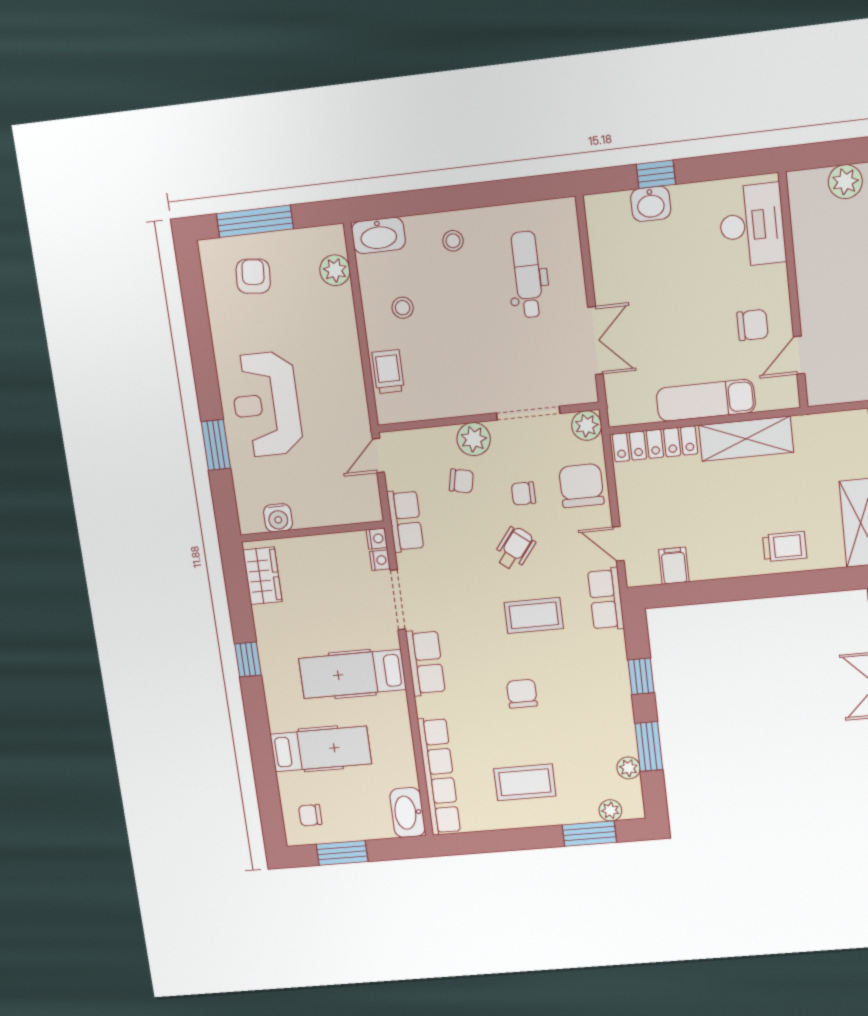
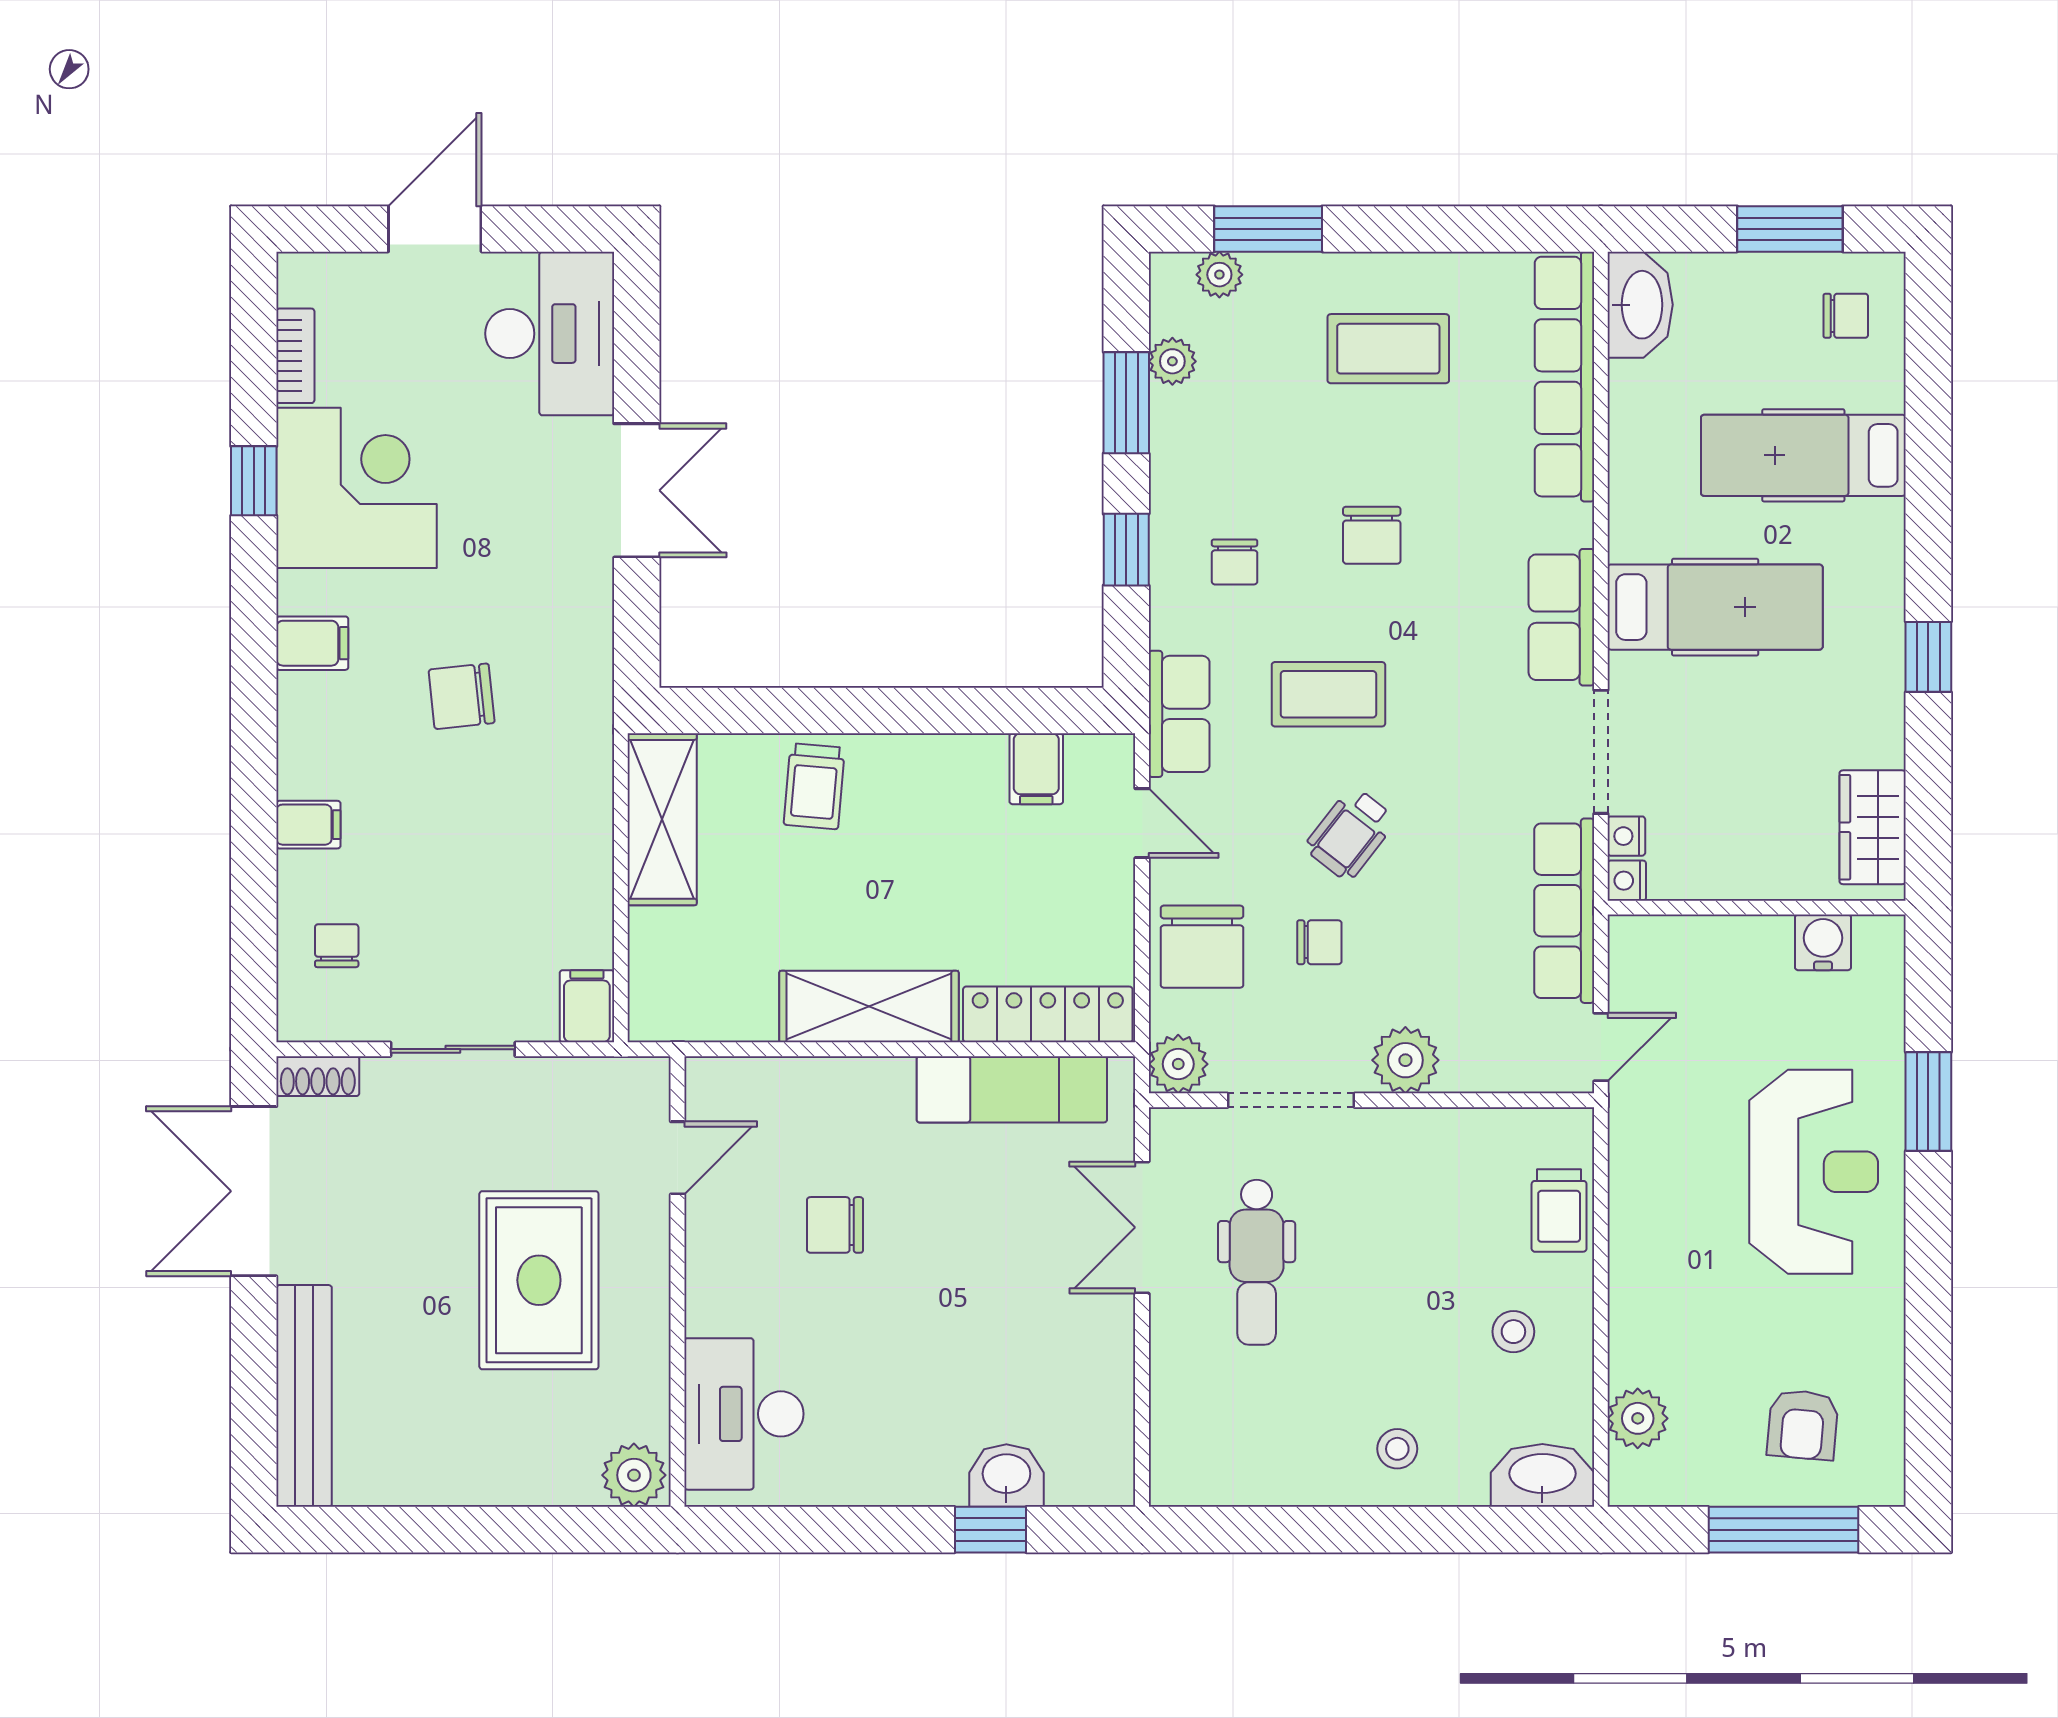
desk: (752, 225) -> (744, 1414), moved
dental chair: (527, 275) -> (1257, 1262), moved
wall: (793, 291) -> (678, 1282), moved
door: (799, 355) -> (678, 1158), moved
exam couch: (706, 400) -> (1012, 1089), moved
chair: (461, 481) -> (1235, 562), moved, turned -102
row of seats: (405, 521) -> (1564, 911), width x1.48
trolley: (785, 547) -> (814, 786), turned -85

